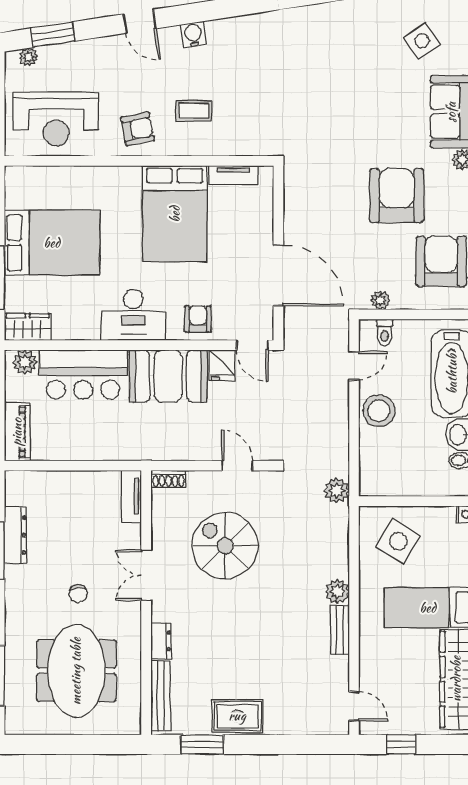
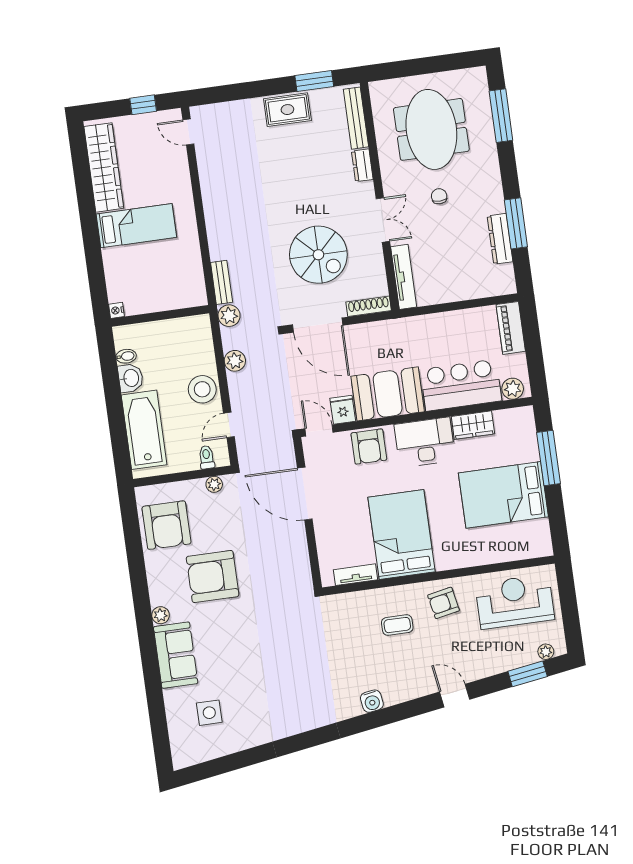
water cooler: (193, 35) -> (372, 701), moved
side table: (422, 41) -> (209, 713), turned 33
armchair: (397, 196) -> (213, 576), turned 90
armchair: (198, 319) -> (369, 447), width x1.38, depth x1.38
wardrobe: (28, 327) -> (473, 425), moved
door: (237, 466) -> (318, 325), width x1.87
shoe rack: (168, 479) -> (369, 306), width x1.43
tv unit: (131, 496) -> (404, 277), width x1.41
side table: (398, 541) -> (170, 279), removed
plant: (337, 591) -> (235, 361), moved
bench: (340, 630) -> (222, 282), moved

